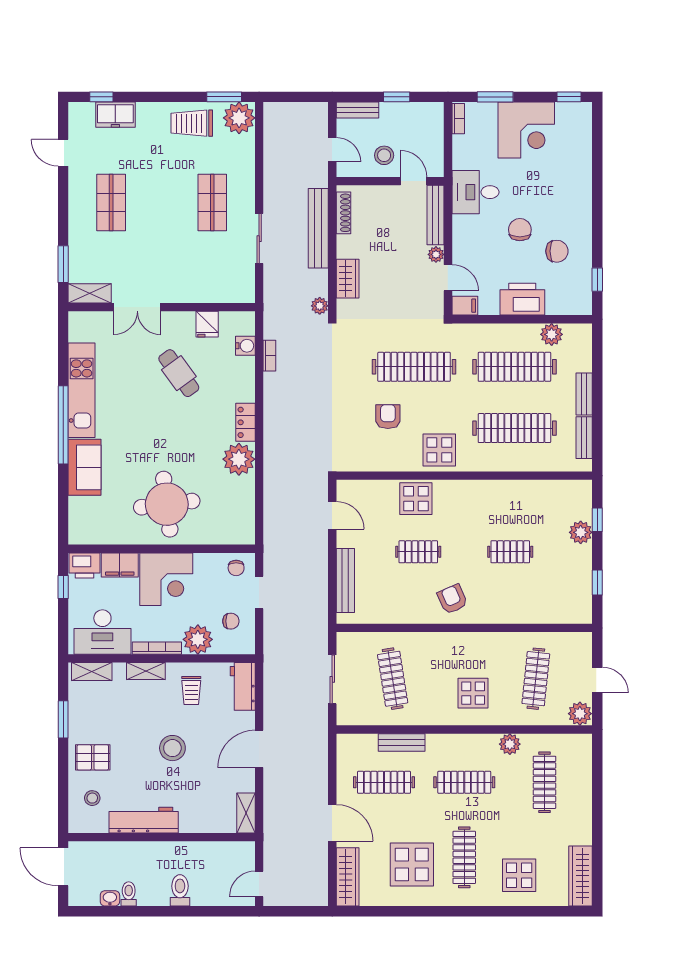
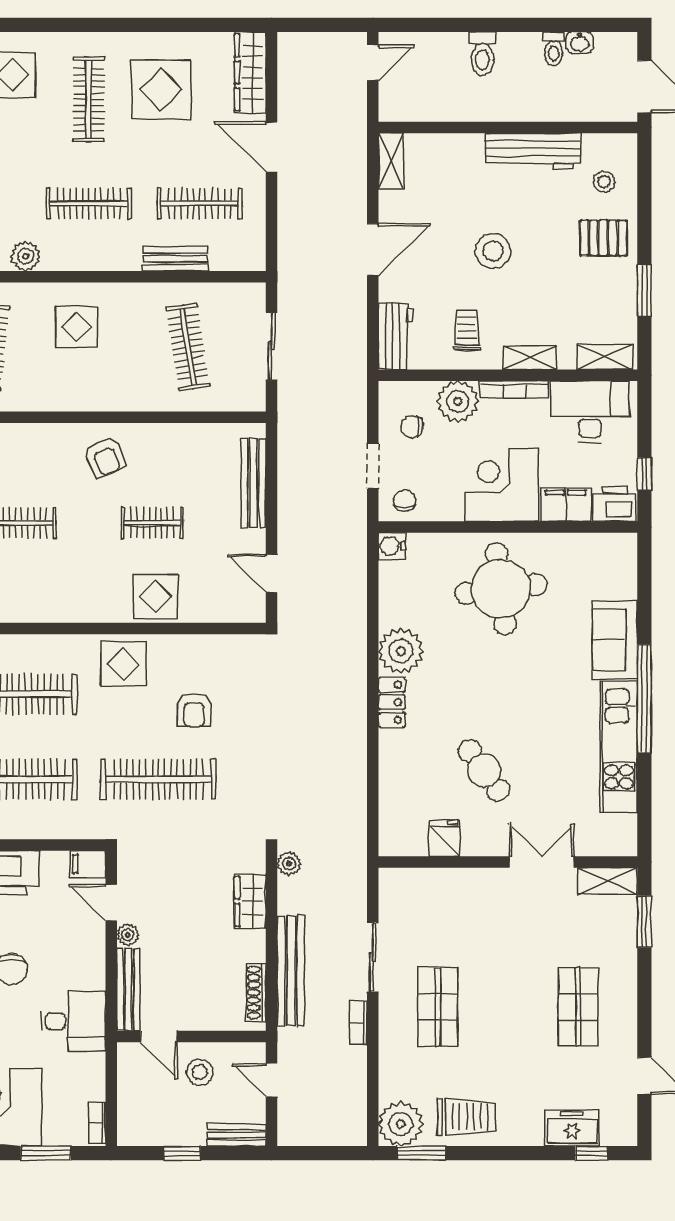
water cooler: (245, 346) -> (392, 546), moved
bookcase: (269, 356) -> (359, 1023), moved

